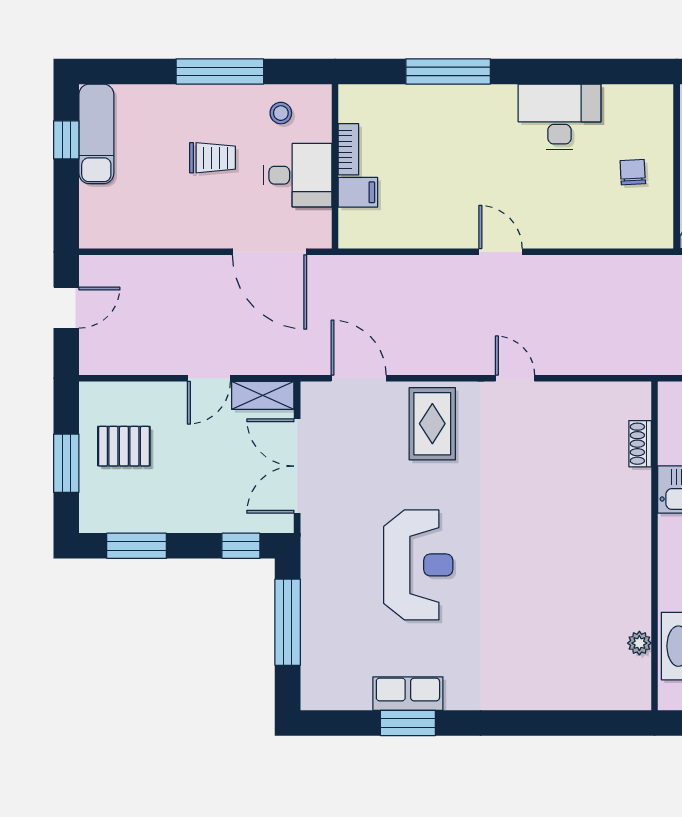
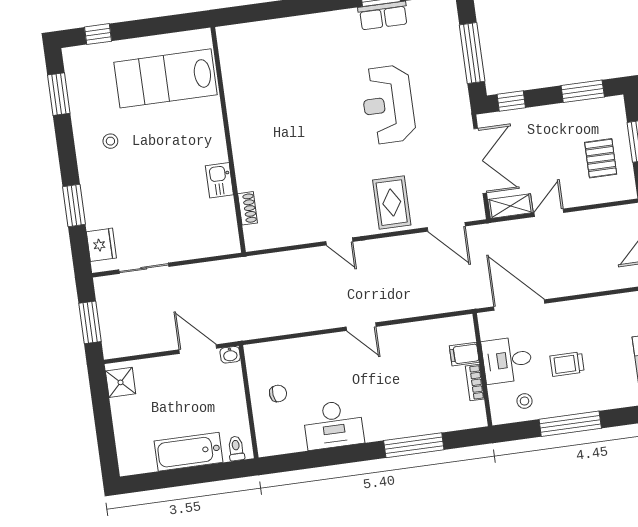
chair: (633, 172) -> (278, 394), turned -94
pallet: (124, 446) -> (601, 158), turned 90
plant: (639, 643) -> (229, 72), removed

